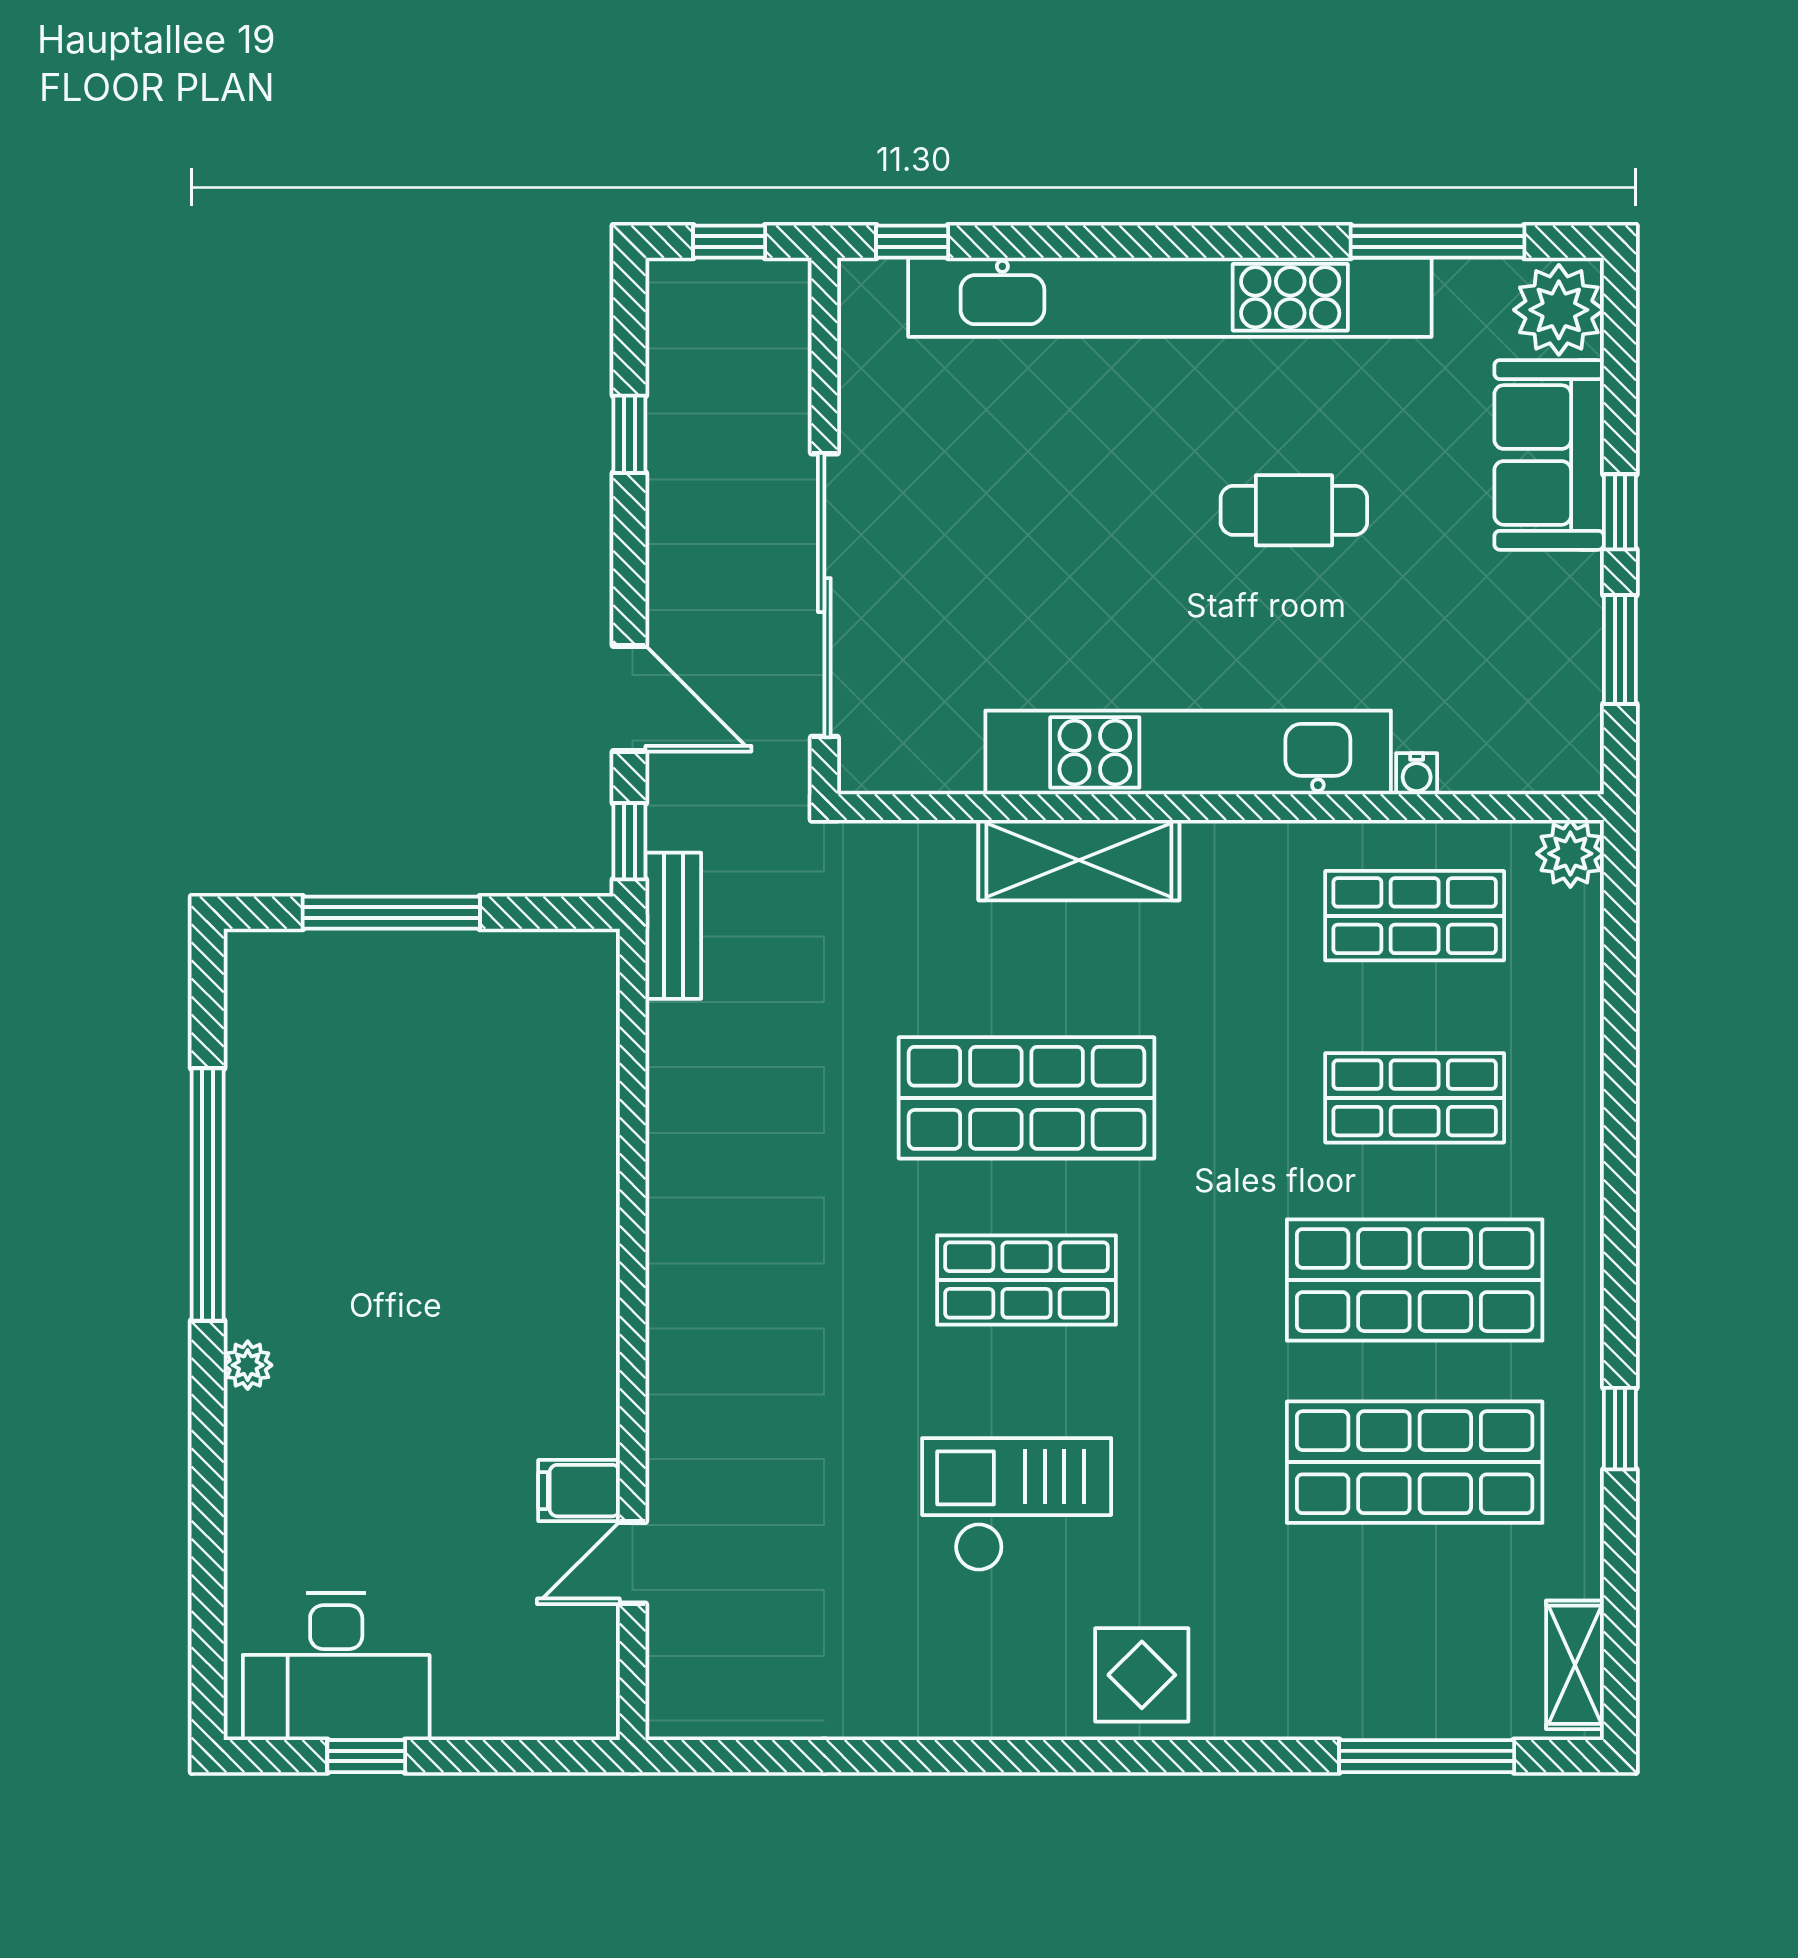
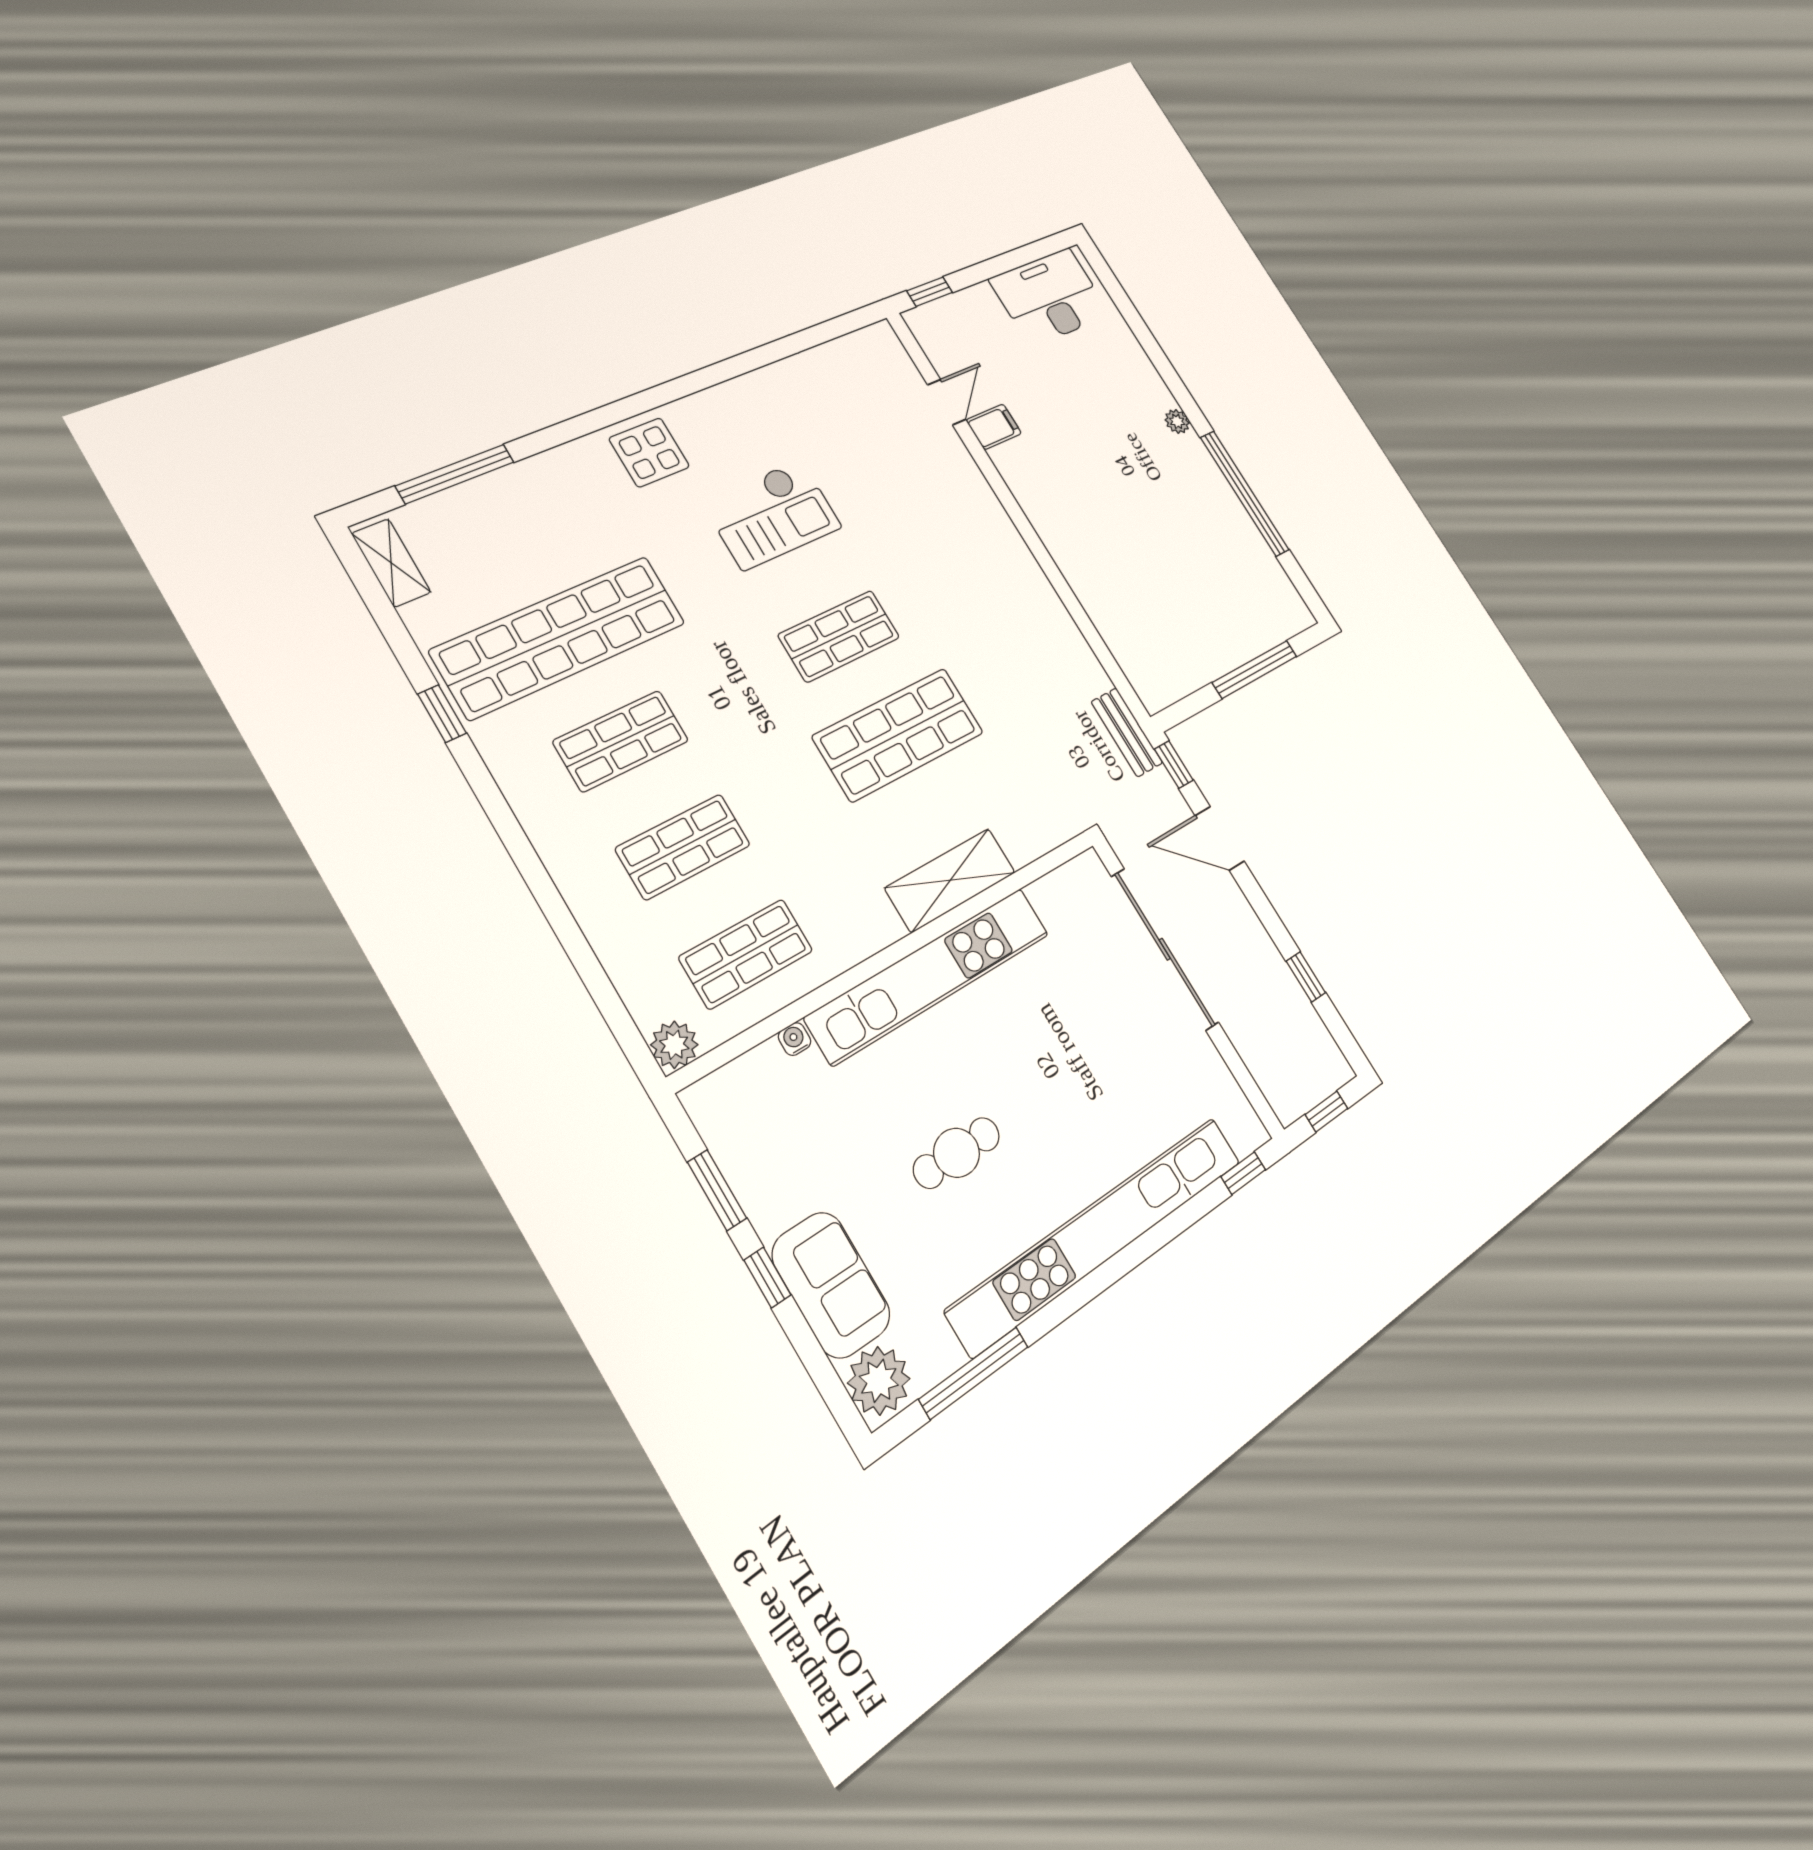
shop shelf: (1415, 1280) -> (621, 741), width x0.70, depth x0.74
shop shelf: (1415, 1462) -> (560, 637), width x1.40
window: (366, 1756) -> (930, 292), moved

